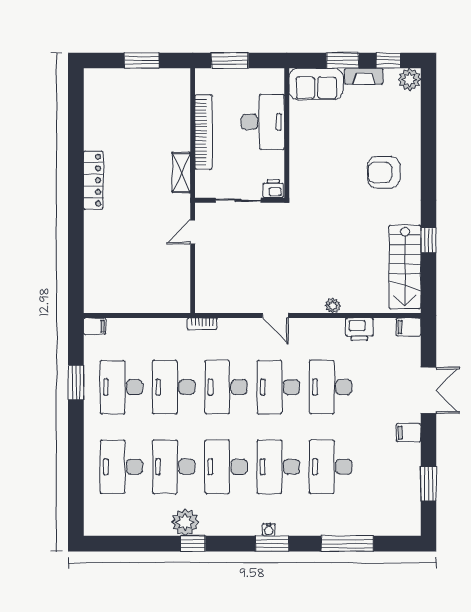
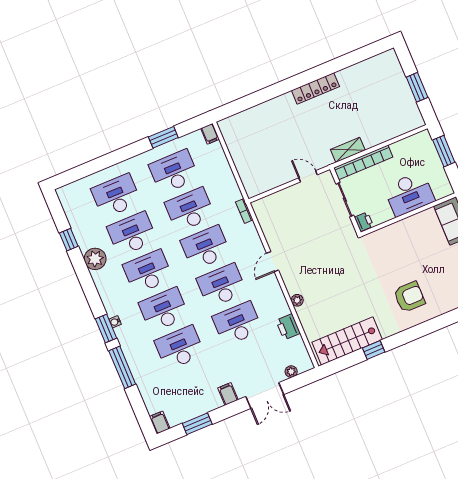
bookcase: (203, 132) -> (363, 162), moved
armchair: (384, 172) -> (409, 297), turned 90
filing cabinet: (409, 327) -> (160, 423), moved
plant: (413, 348) -> (291, 372), added
window: (193, 544) -> (69, 240), moved
window: (347, 544) -> (122, 367), moved

